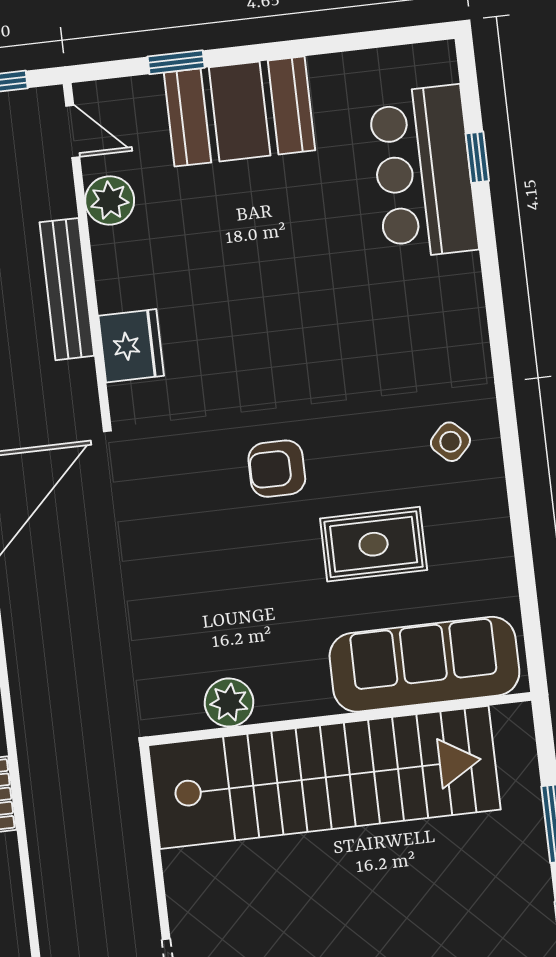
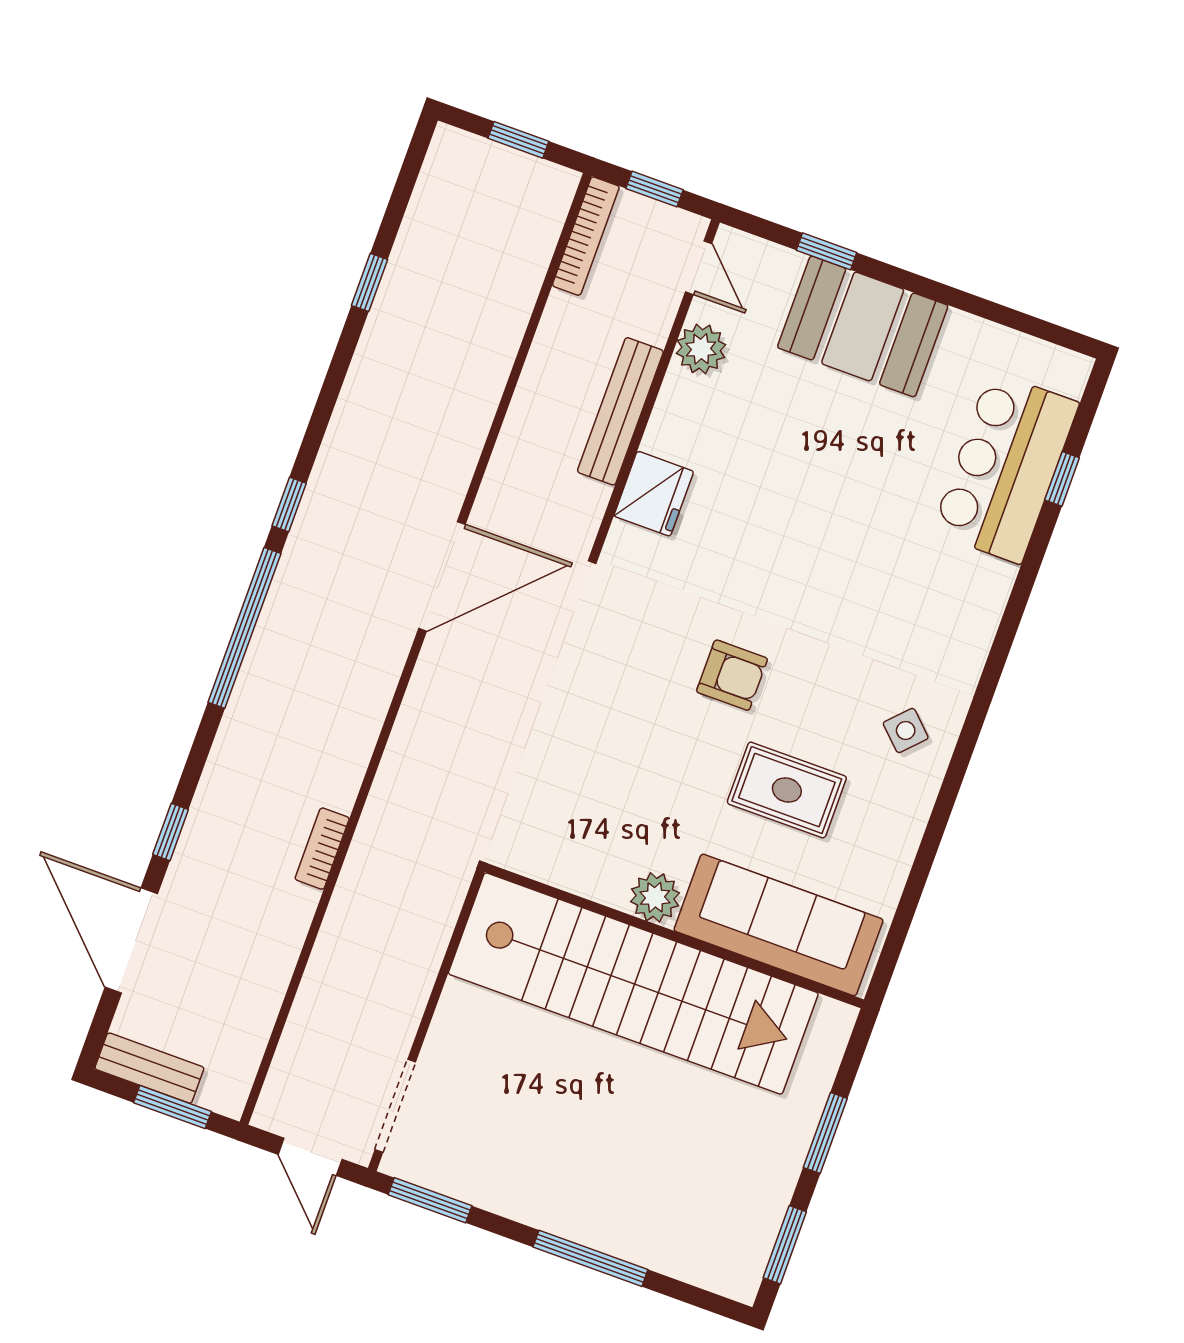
armchair: (277, 469) -> (732, 675), turned 180
plant: (229, 702) -> (655, 897), moved

